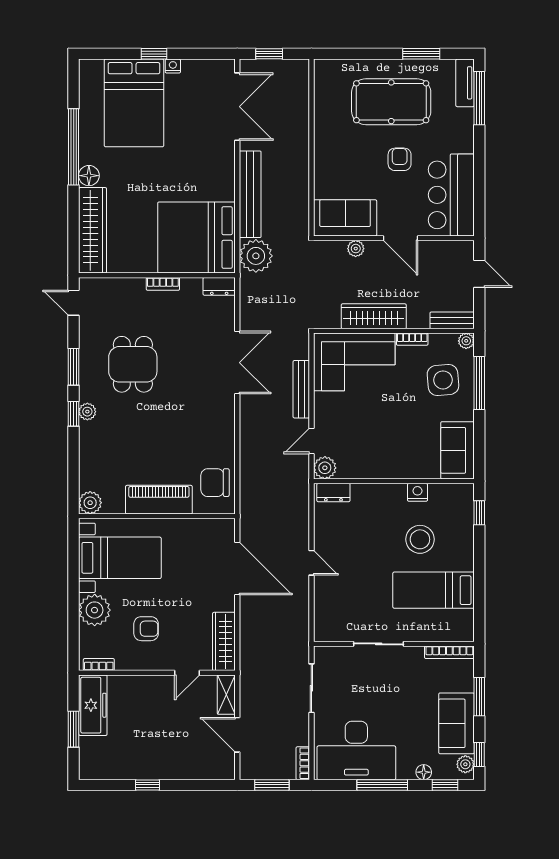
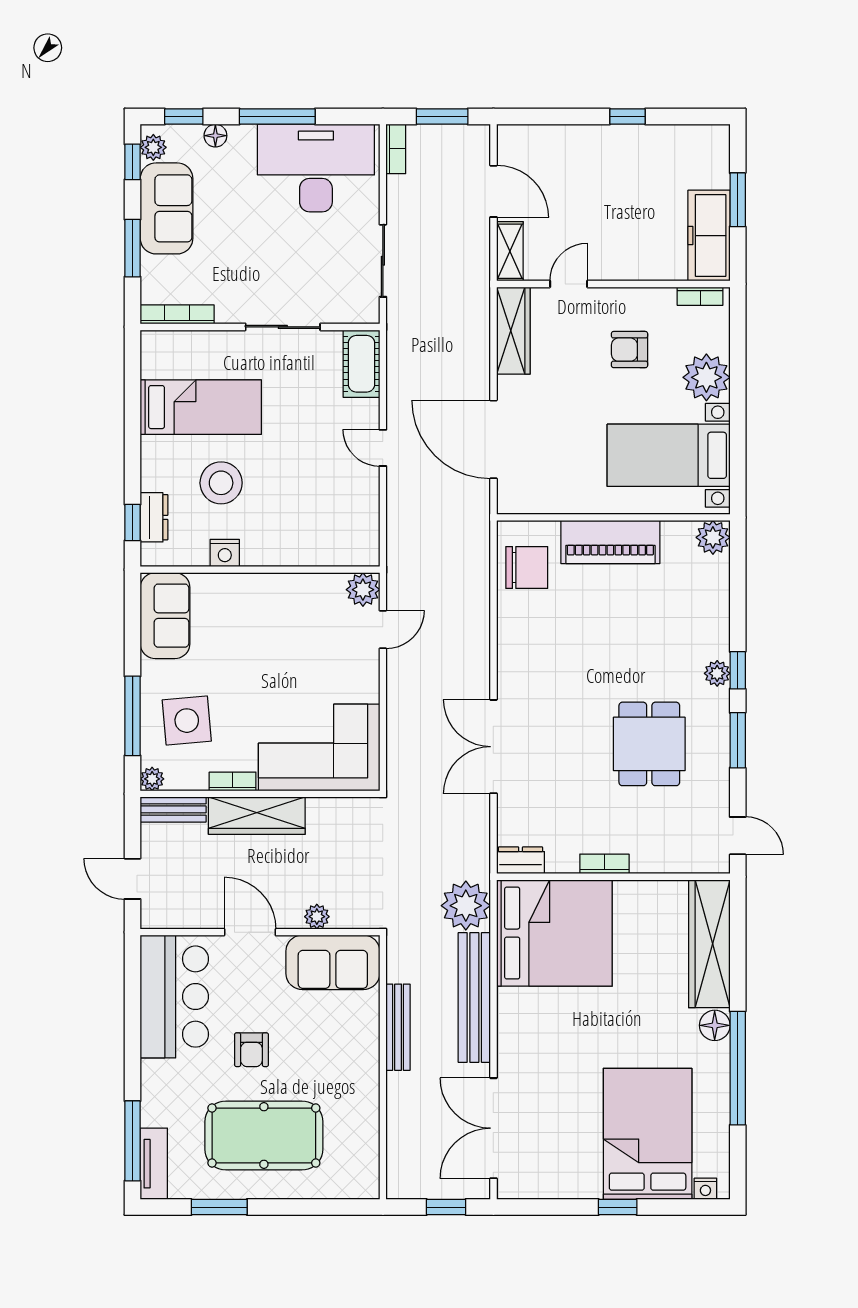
nightstand: (173, 66) -> (705, 1189), moved
wardrobe: (374, 316) -> (257, 816), moved
bench: (301, 389) -> (398, 1027), moved
dresser: (333, 493) -> (154, 517), moved, turned 90
cot: (326, 619) -> (362, 364), added

